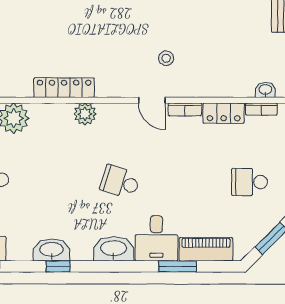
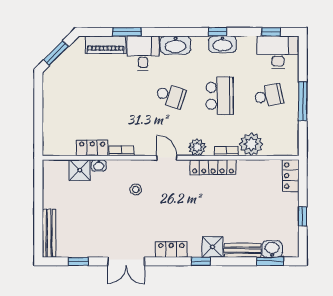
shower: (240, 84) -> (80, 170), added
washbasin: (265, 90) -> (99, 166), moved
door: (152, 100) -> (167, 158), moved
bookcase: (261, 109) -> (226, 151), moved
school desk: (250, 182) -> (220, 96), moved, width x1.85

